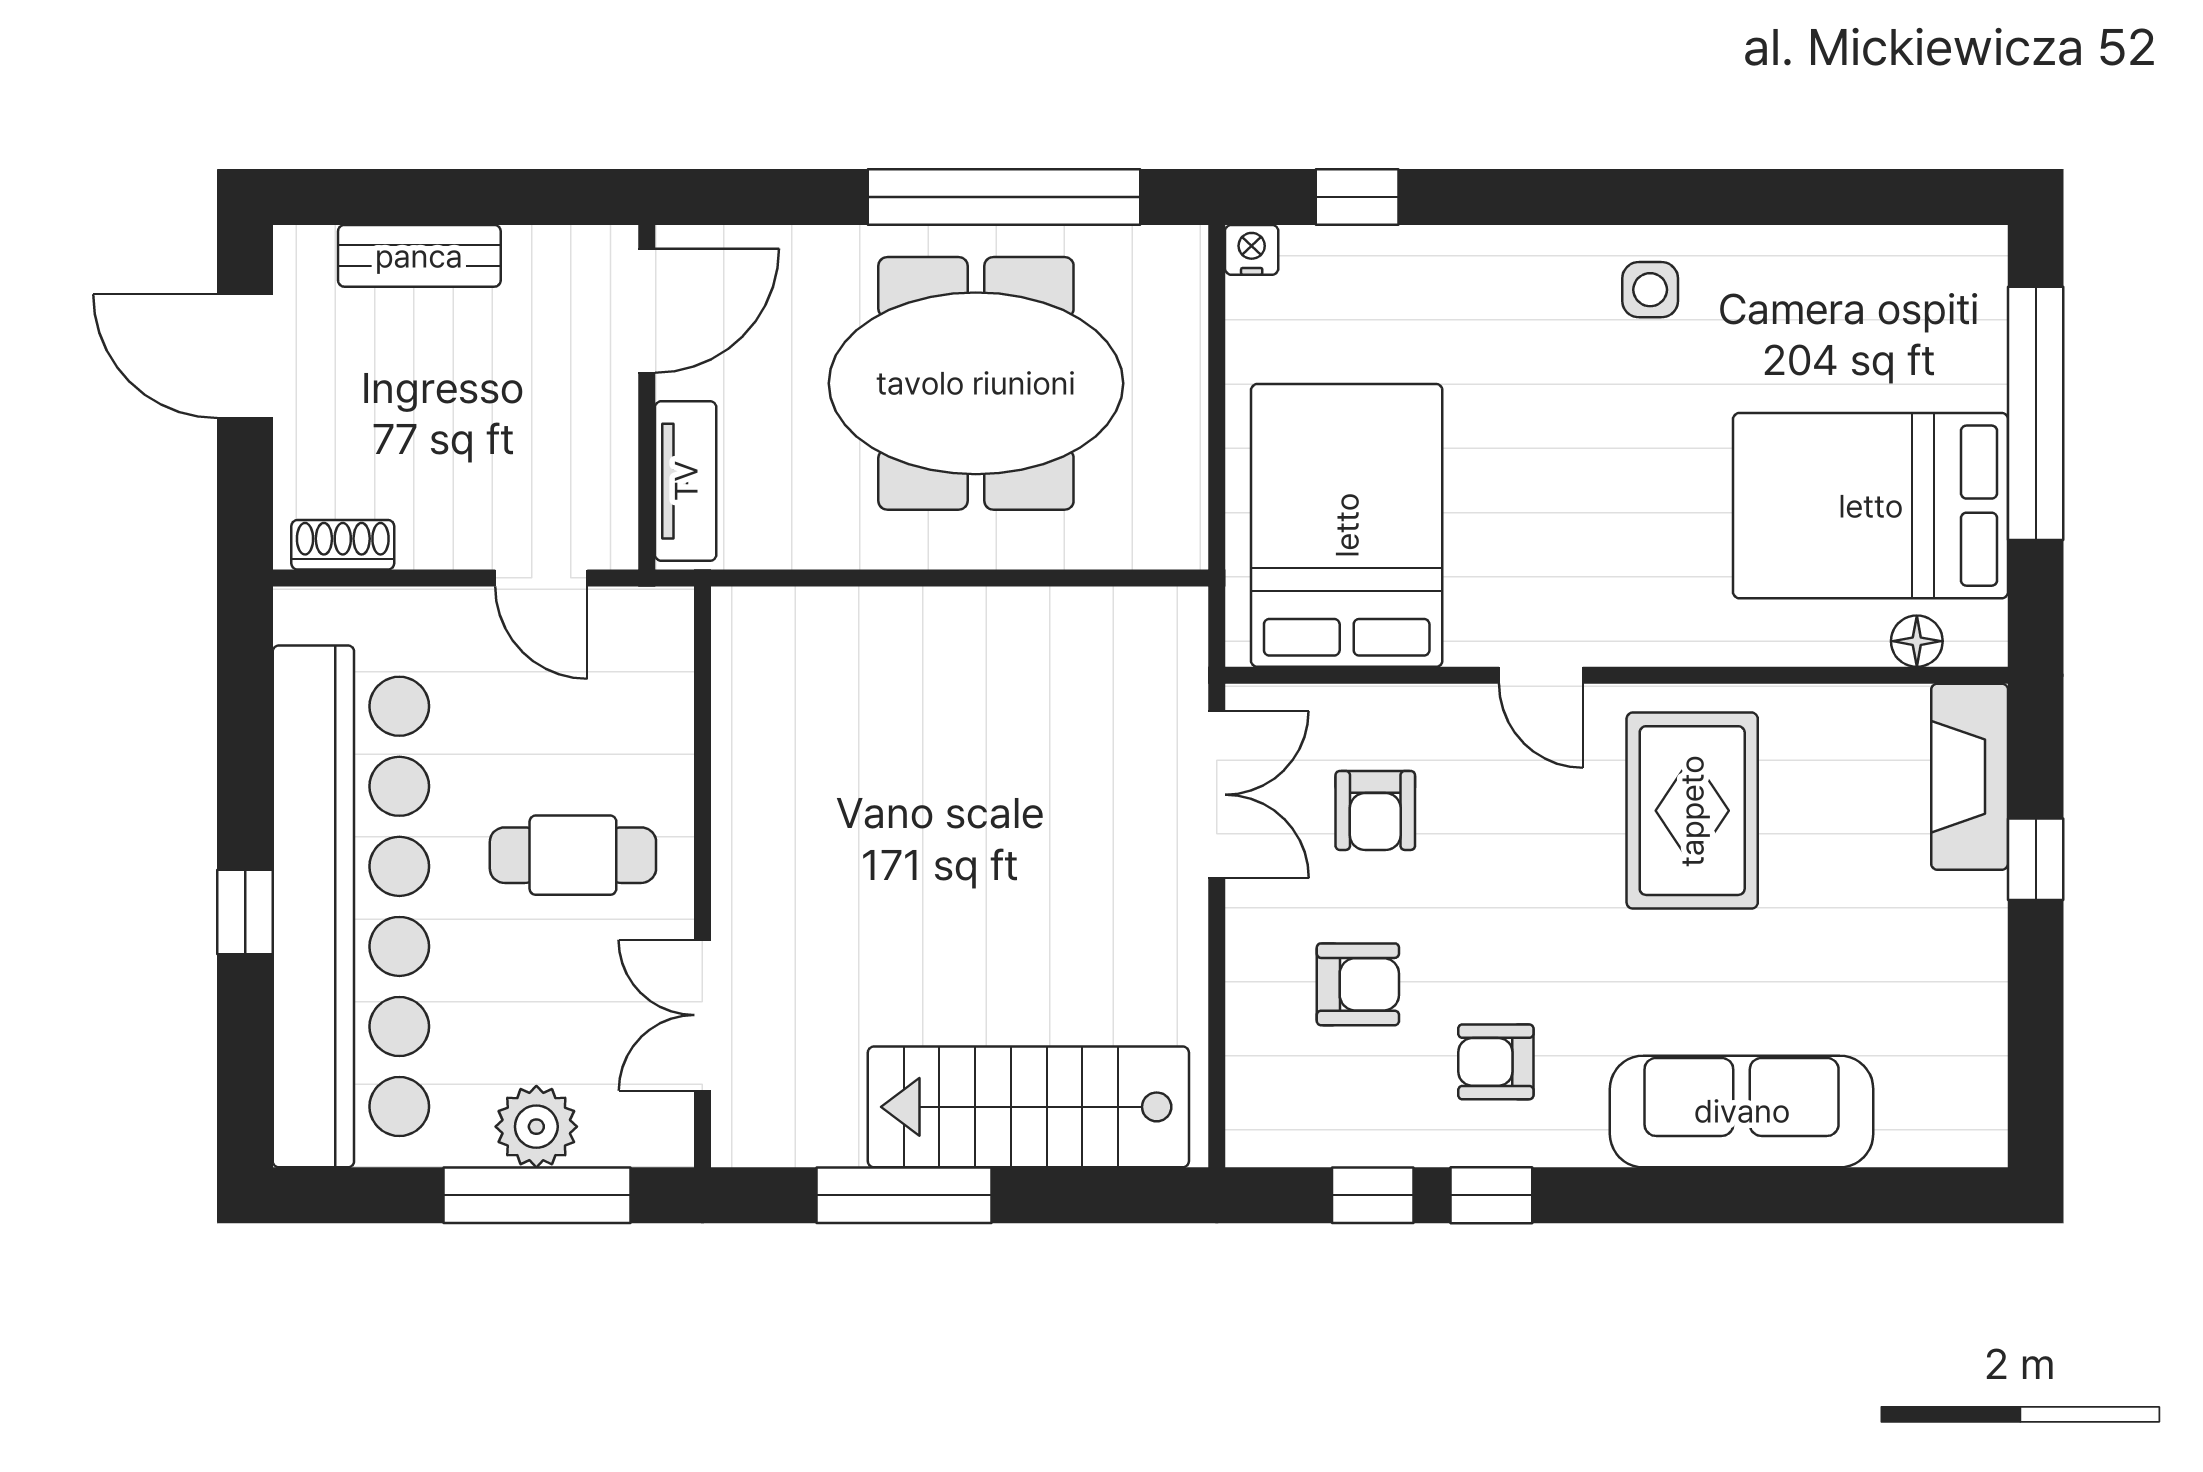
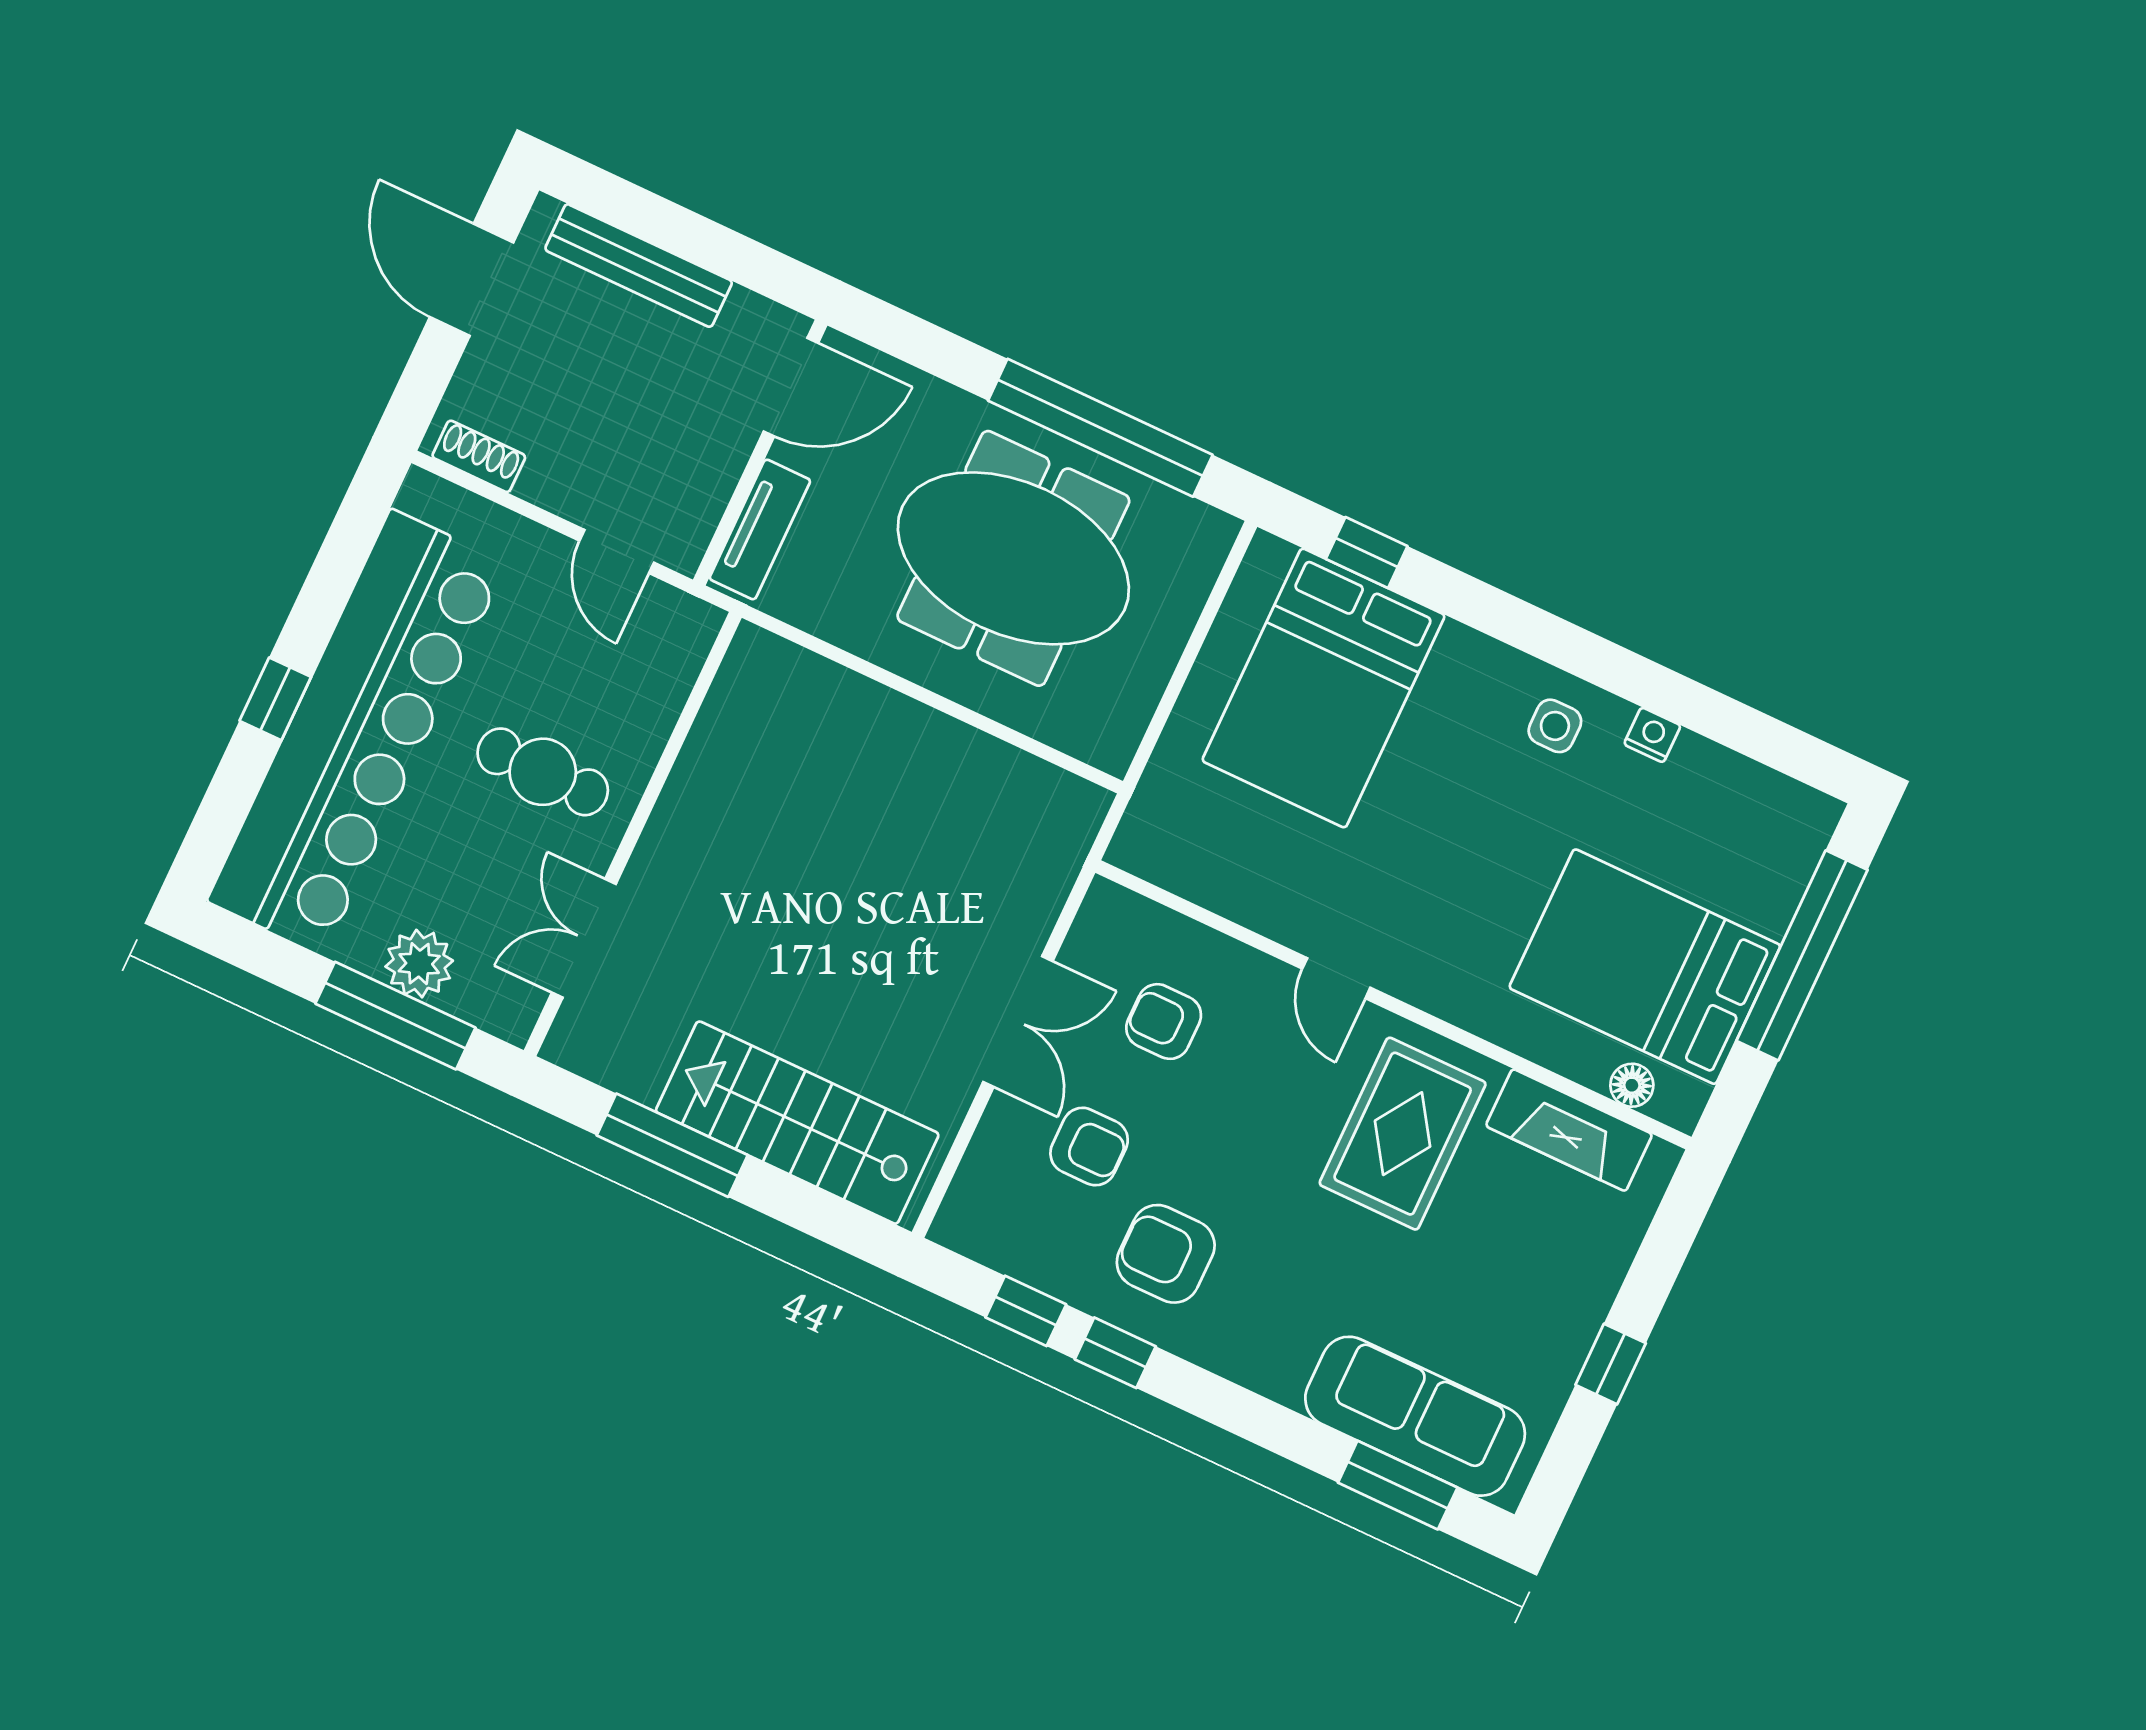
nightstand: (1252, 250) -> (1652, 735), moved
bench: (419, 256) -> (639, 266), width x1.36
bed: (1347, 525) -> (1323, 688), moved, turned 180
fireplace: (1970, 777) -> (1569, 1130), moved, turned -90
double door: (1217, 795) -> (1018, 1022), moved
armchair: (1375, 810) -> (1164, 1022), turned 90
window: (2036, 859) -> (1611, 1364), moved
armchair: (1496, 1062) -> (1166, 1254), width x1.38, depth x1.38
sofa: (1742, 1111) -> (1415, 1416), moved
window: (1866, 1195) -> (1398, 1485), added

